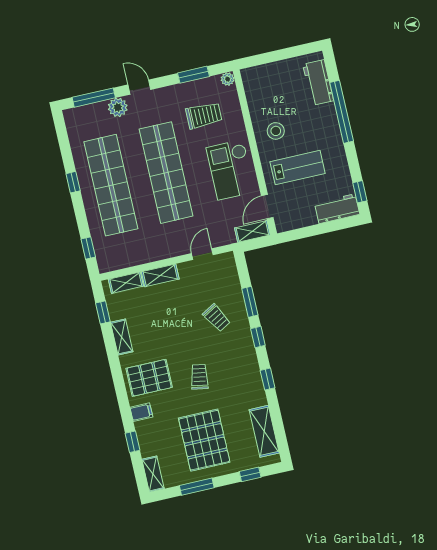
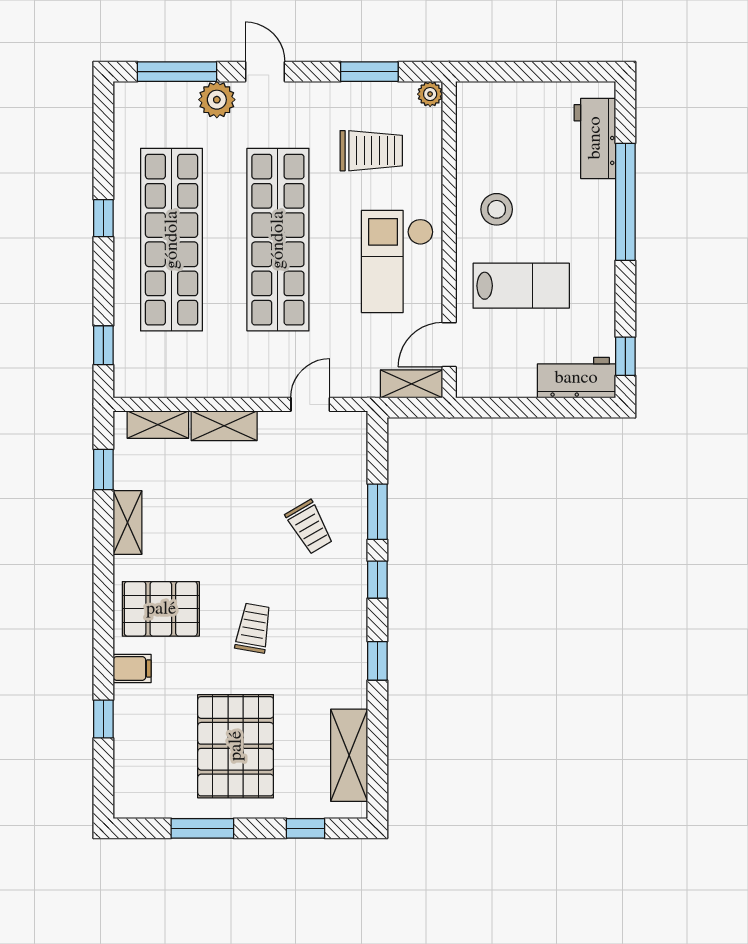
shelving: (153, 474) -> (128, 787), removed

